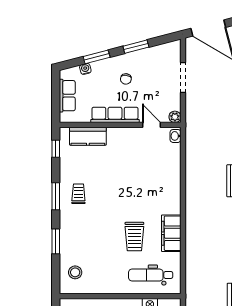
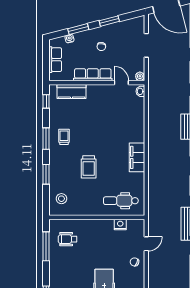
filing cabinet: (171, 233) -> (137, 157), moved
trolley: (134, 237) -> (89, 167), moved

